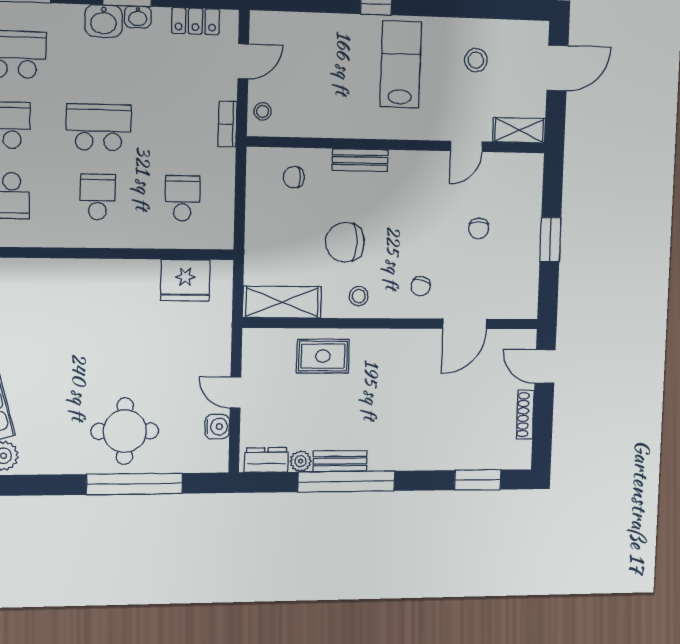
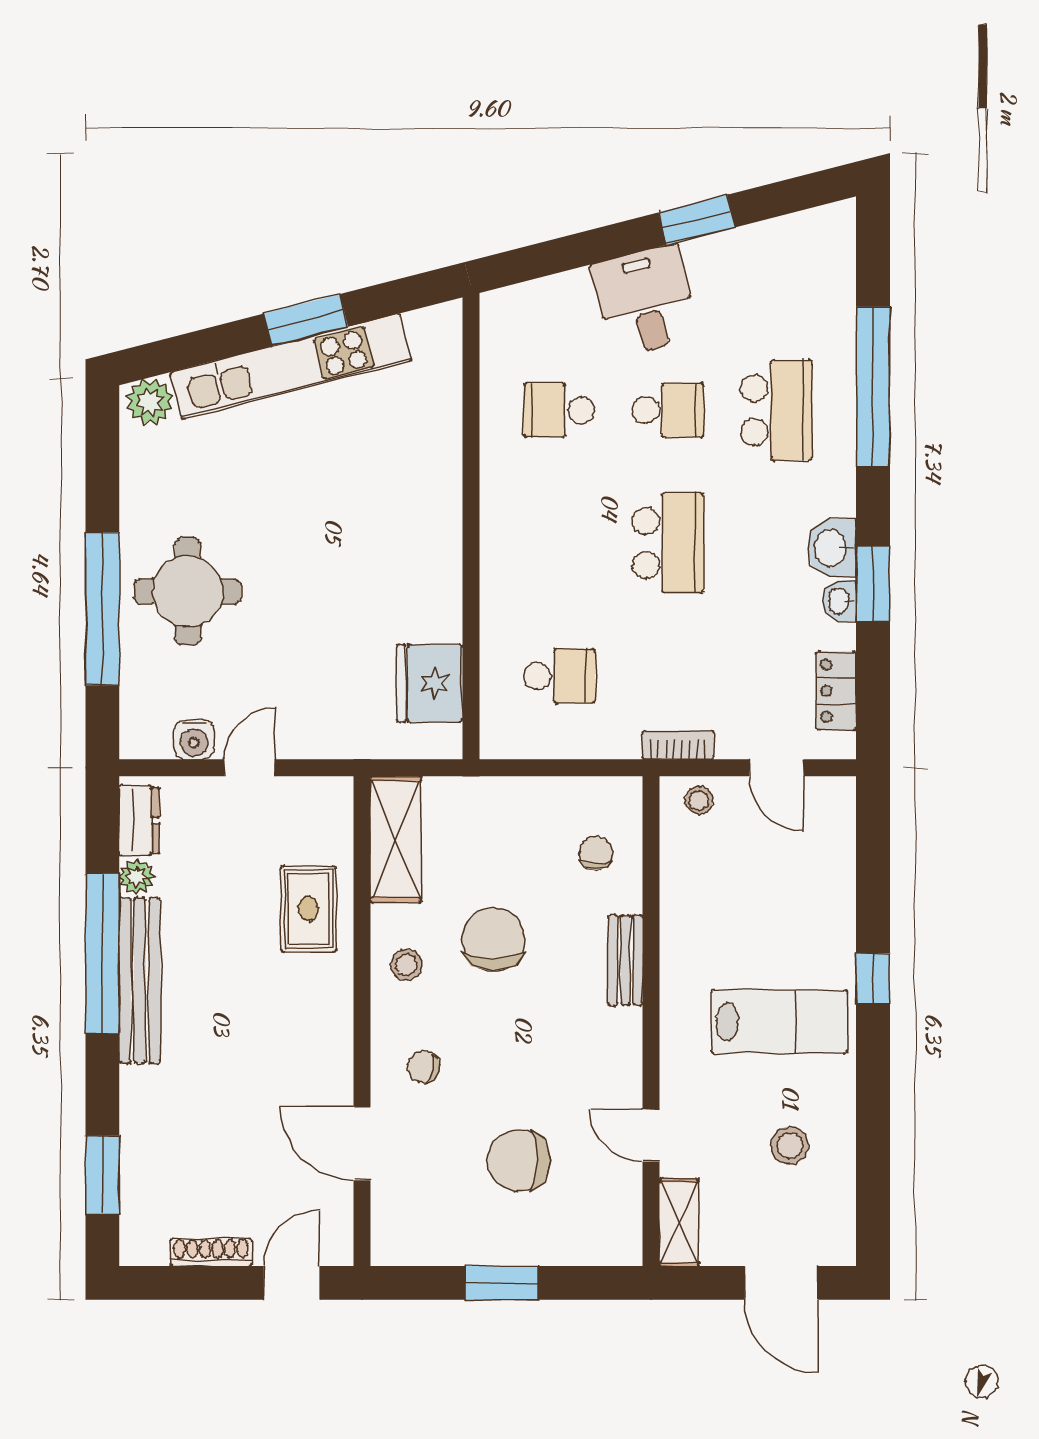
school desk: (98, 197) -> (559, 543), removed
chair: (479, 228) -> (518, 1161), width x1.87, depth x1.87
bench: (340, 461) -> (140, 980), width x1.86, depth x1.21

